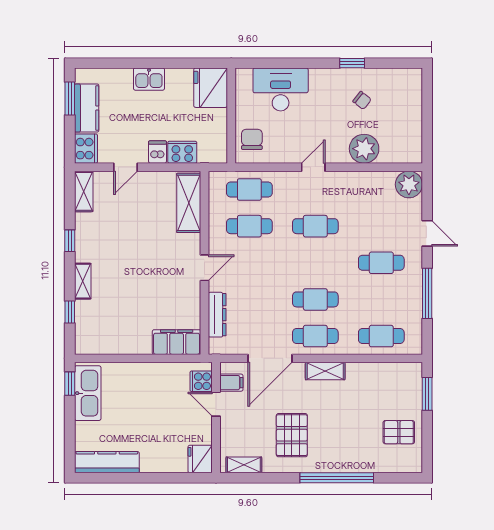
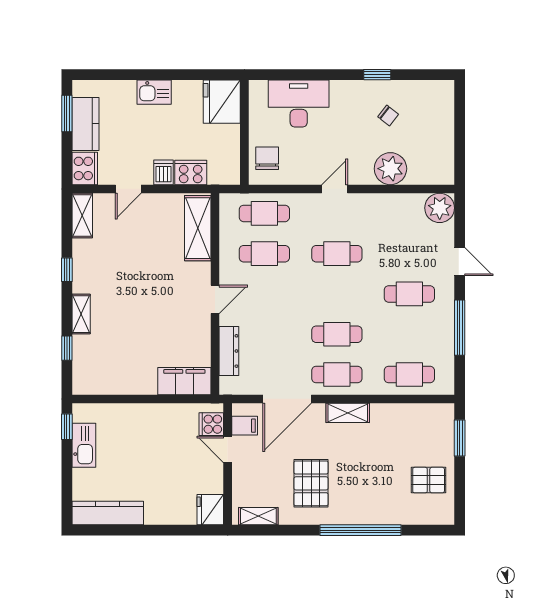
kitchen sink: (88, 393) -> (84, 445), width x0.73, depth x0.81

